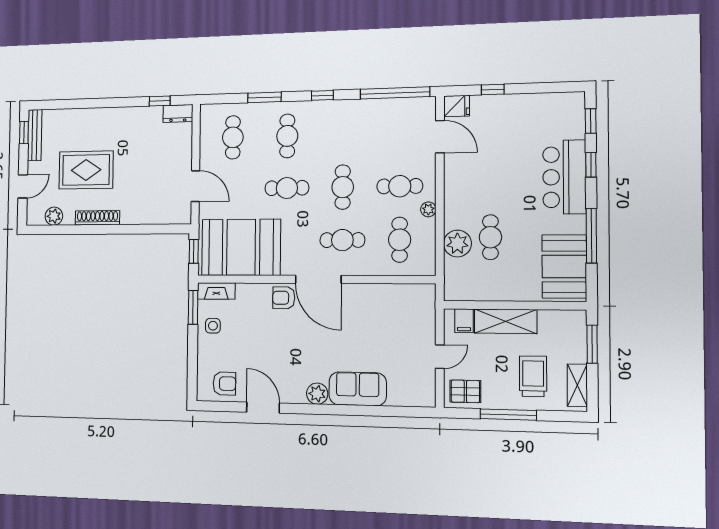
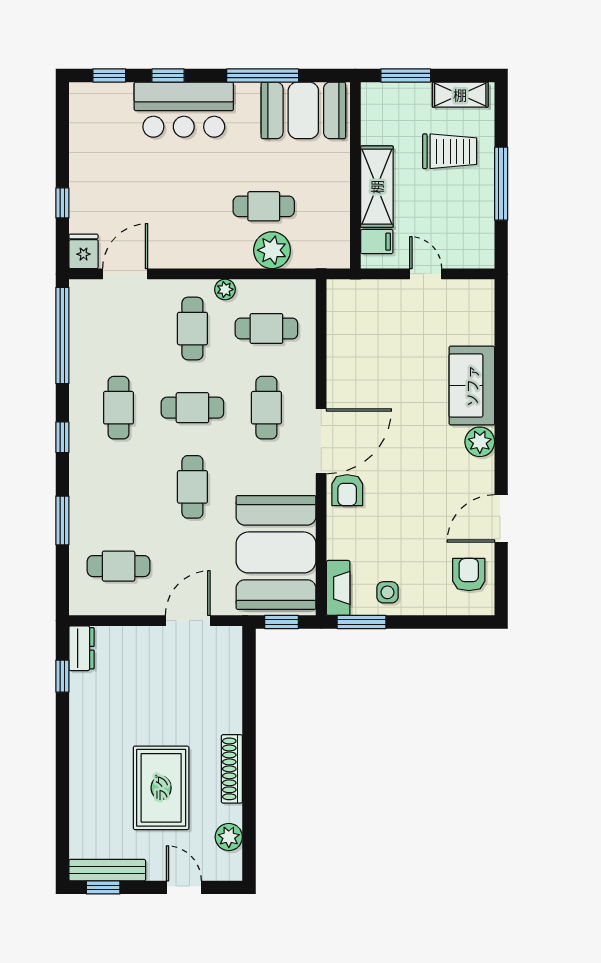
cafe table: (287, 136) -> (119, 408), moved, turned 90
trolley: (533, 376) -> (450, 151), turned 180
pallet: (465, 391) -> (472, 240), removed

